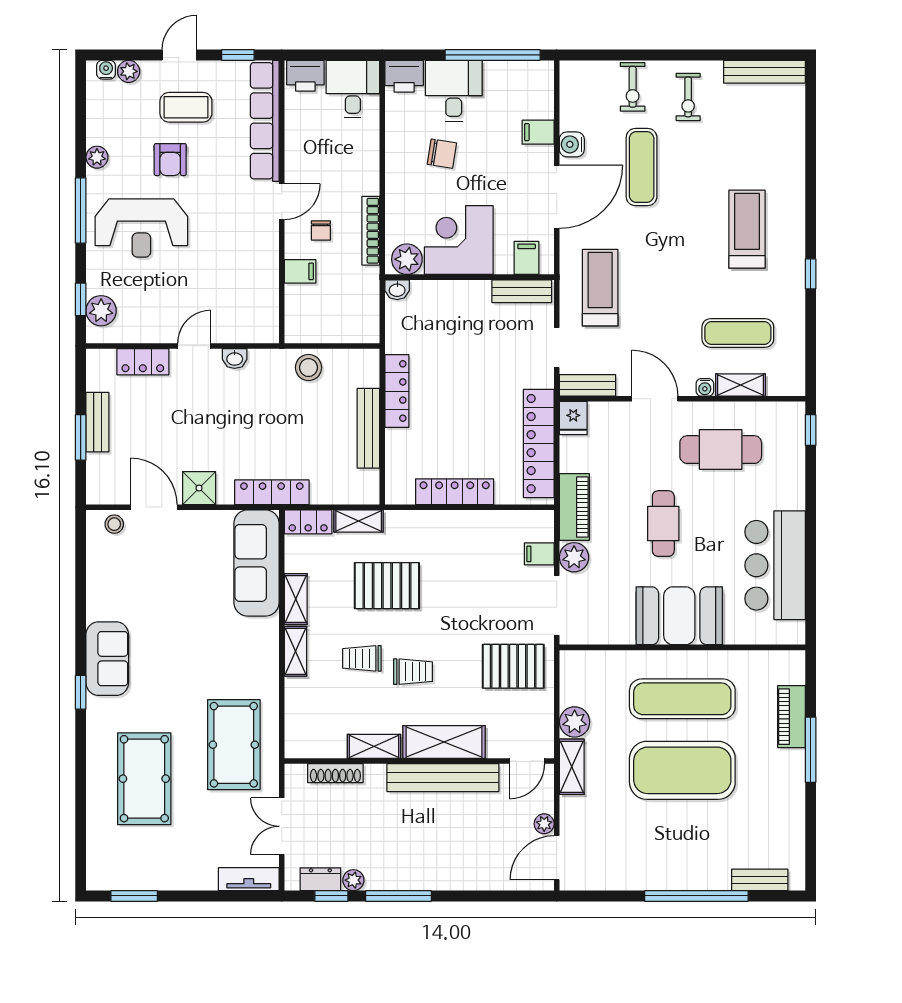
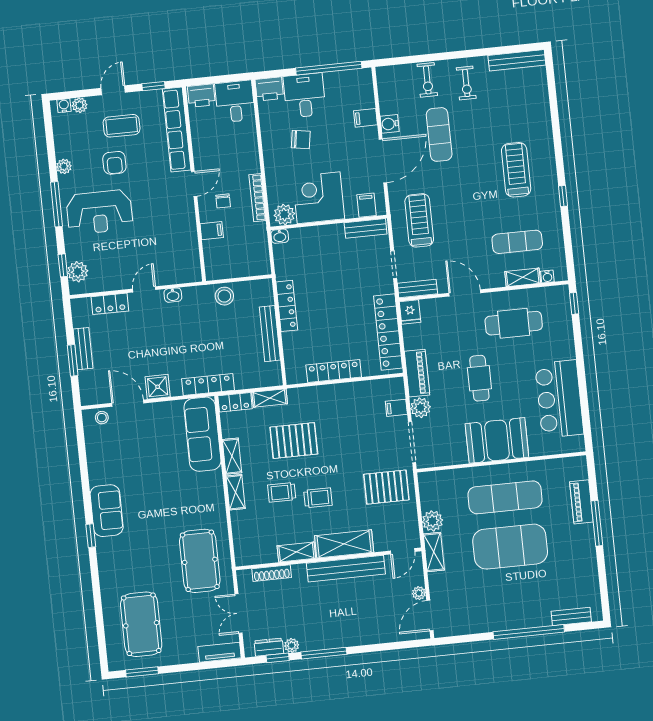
water cooler: (705, 387) -> (547, 276), moved
pool table: (144, 779) -> (141, 624), moved

